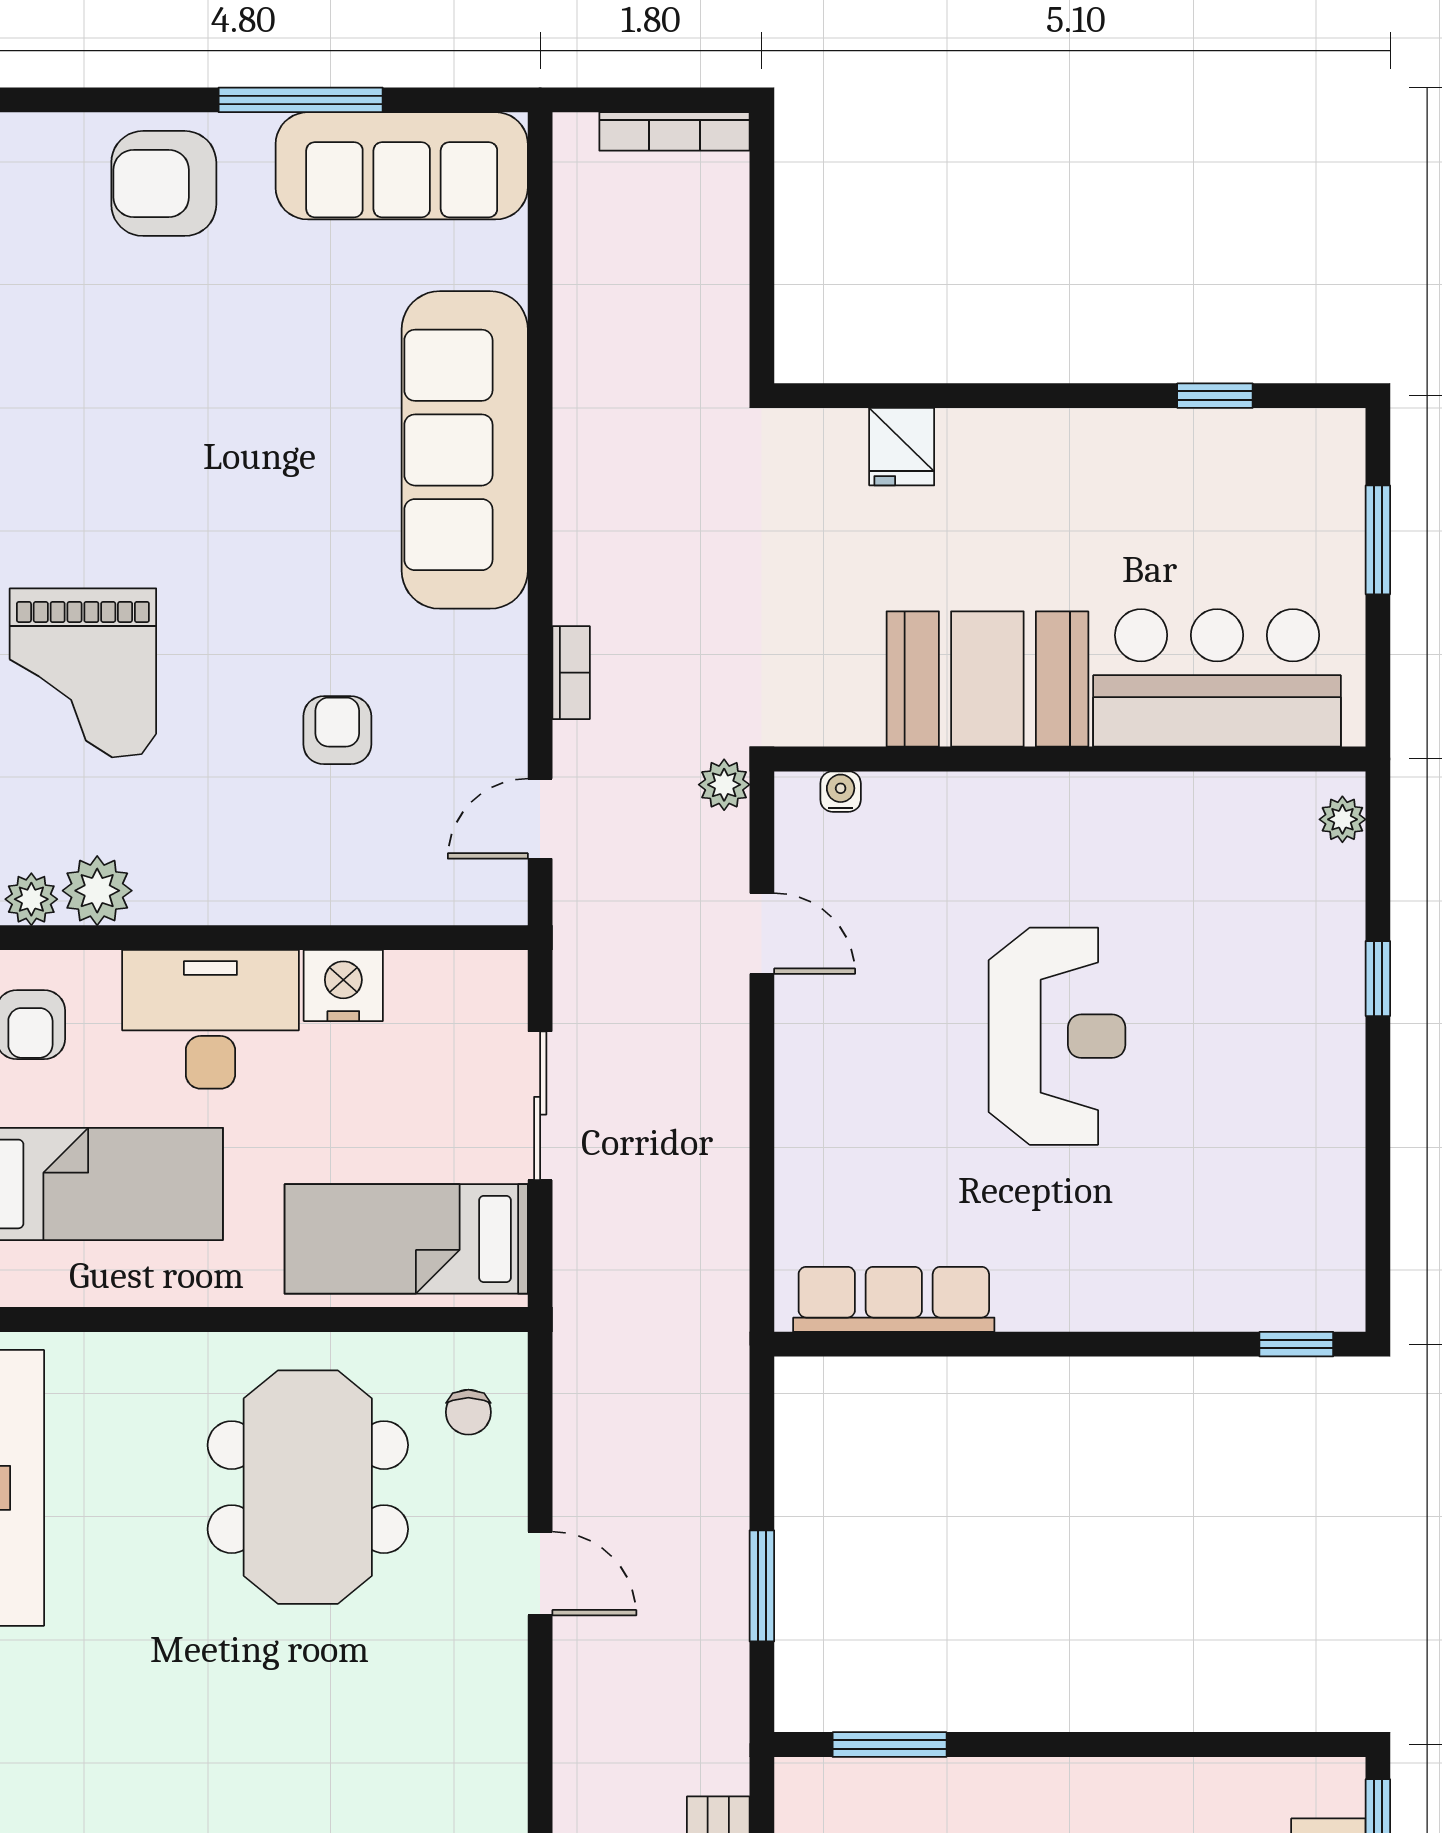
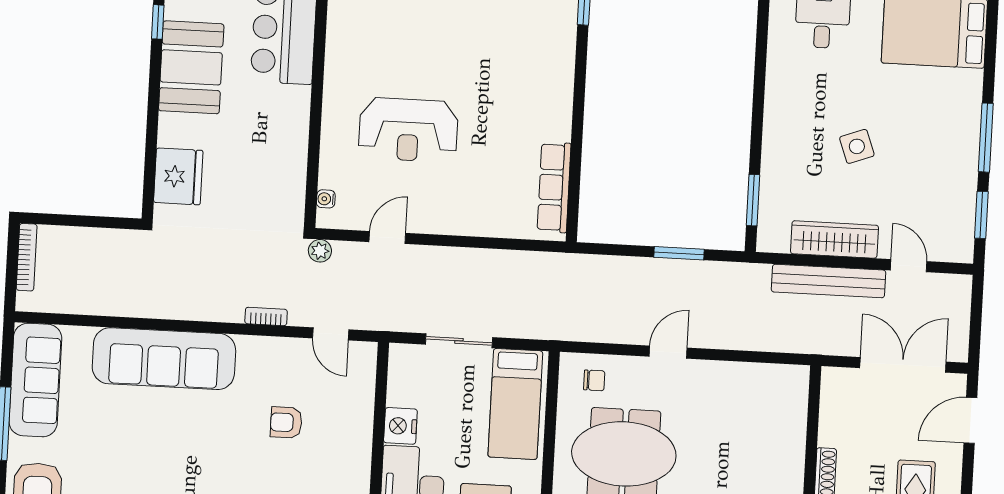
fridge: (902, 447) -> (178, 176), width x1.88, depth x1.34
booth: (987, 679) -> (191, 67), moved
reception desk: (1057, 1036) -> (408, 130), moved, turned 180

